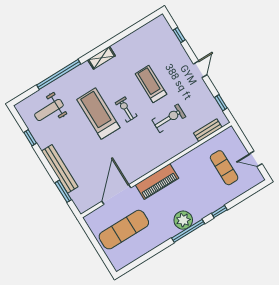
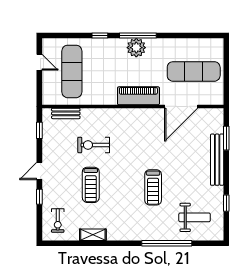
window: (179, 35) -> (39, 197), moved
shelving: (101, 58) -> (93, 235), moved
exercise bike: (126, 109) -> (58, 220), moved
treadmill: (98, 114) -> (153, 187), width x0.73, depth x0.73
exercise mat: (224, 168) -> (72, 71), width x1.36, depth x1.45

